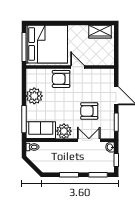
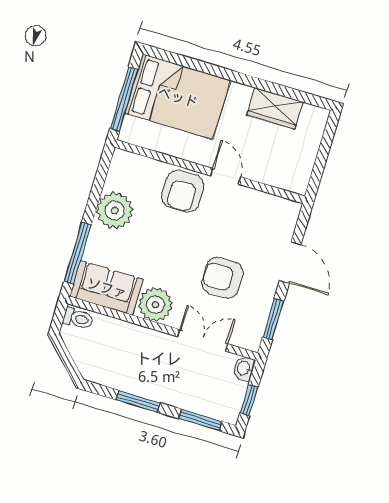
wardrobe: (100, 32) -> (275, 108), moved
bed: (47, 44) -> (178, 97), width x0.73
armchair: (61, 79) -> (183, 191), turned -90

